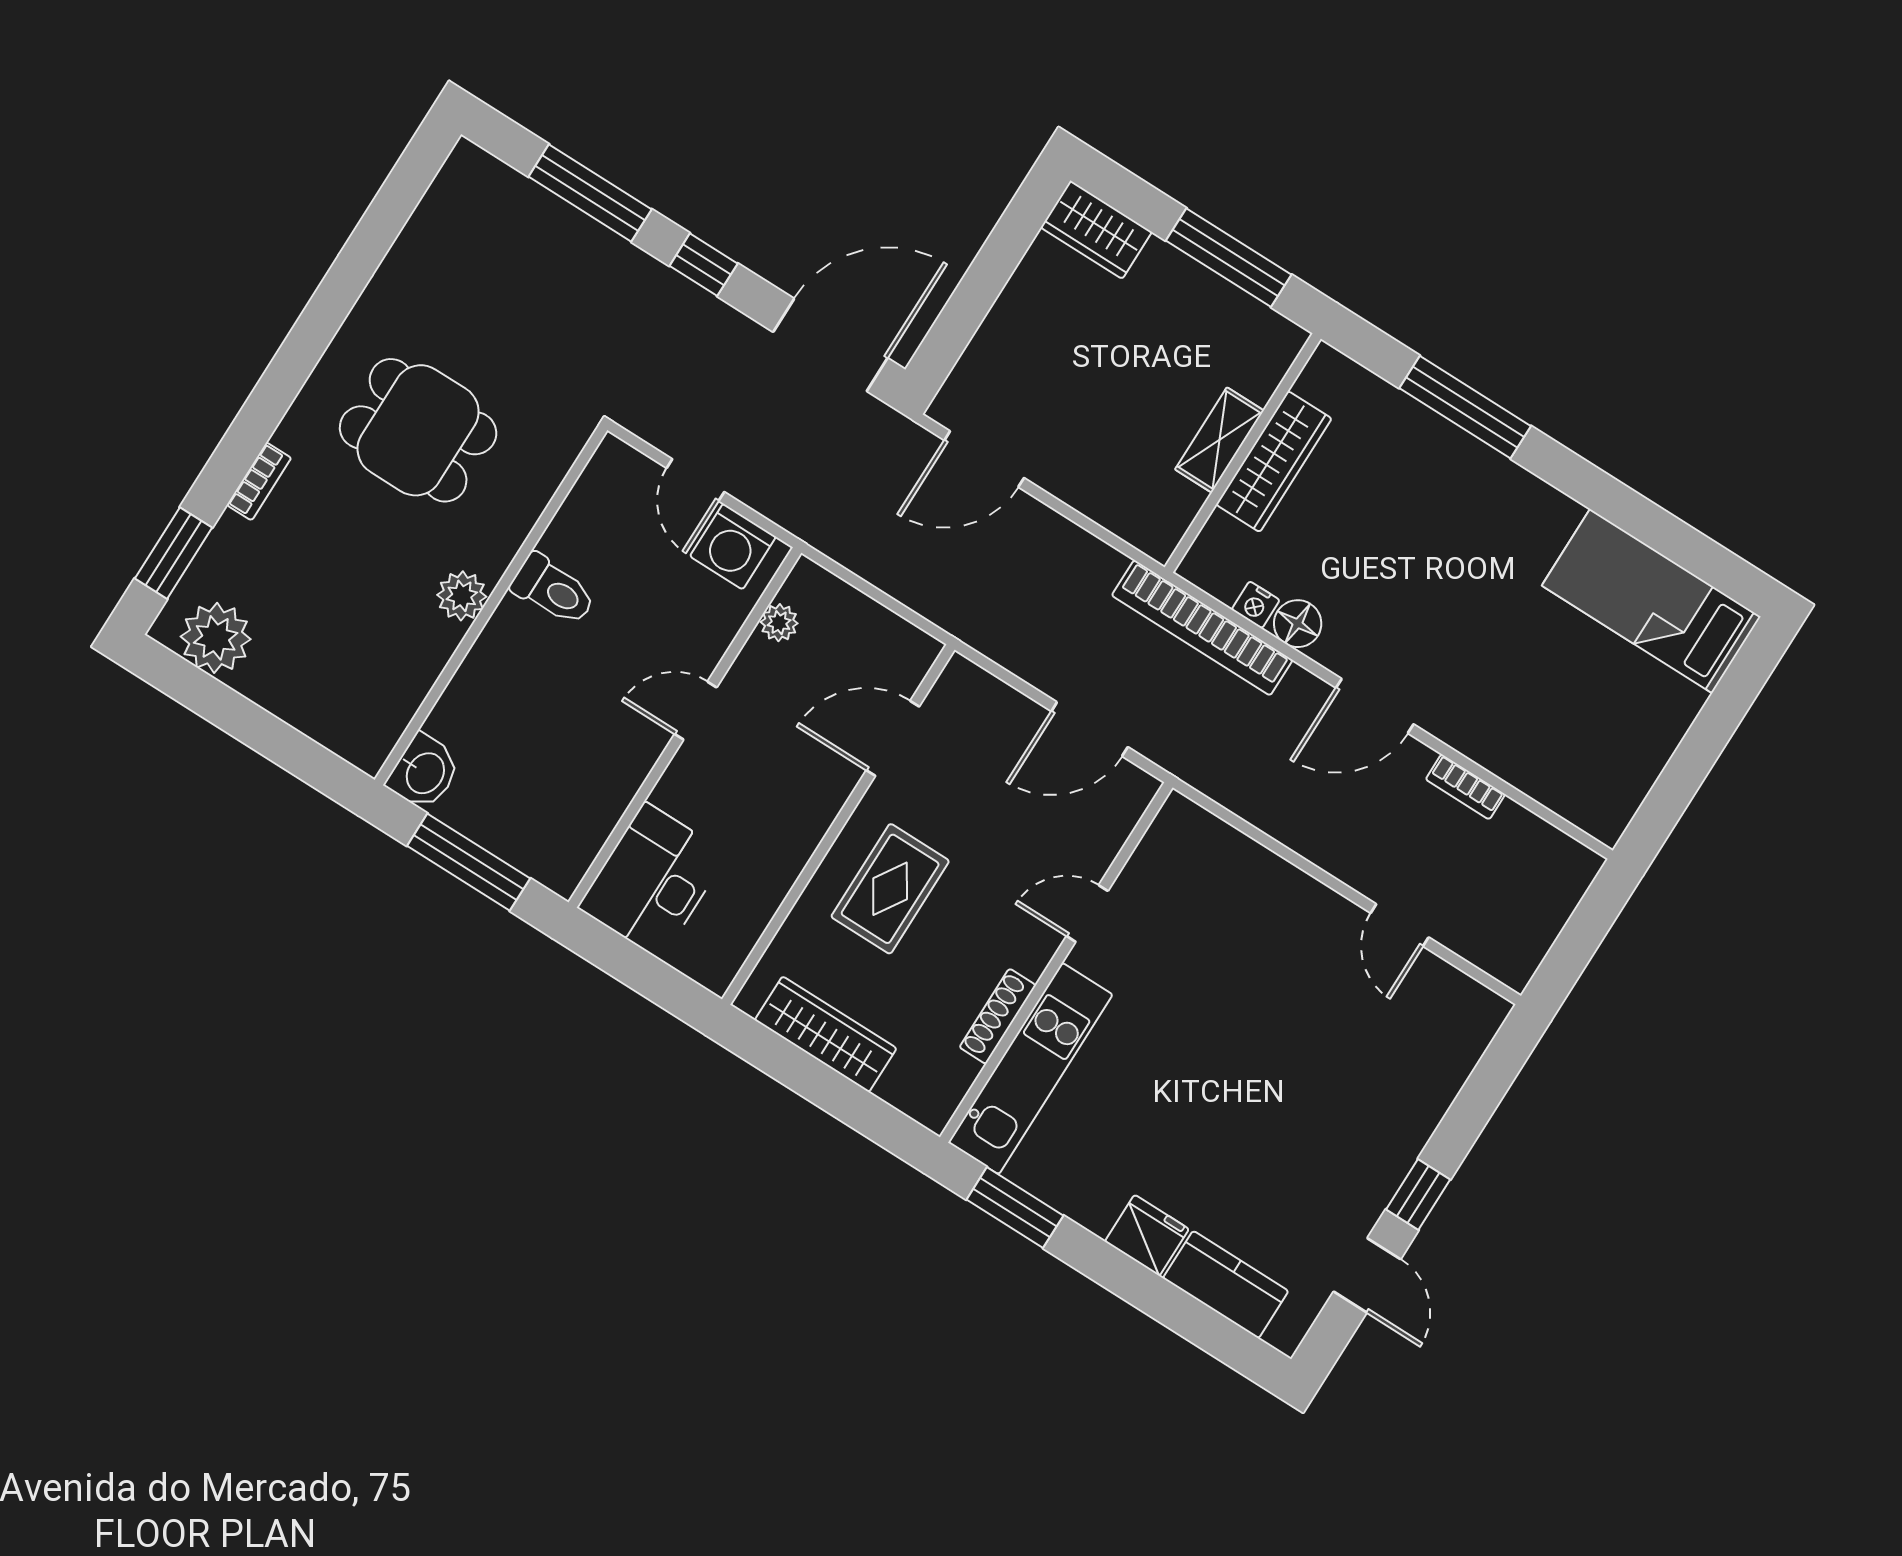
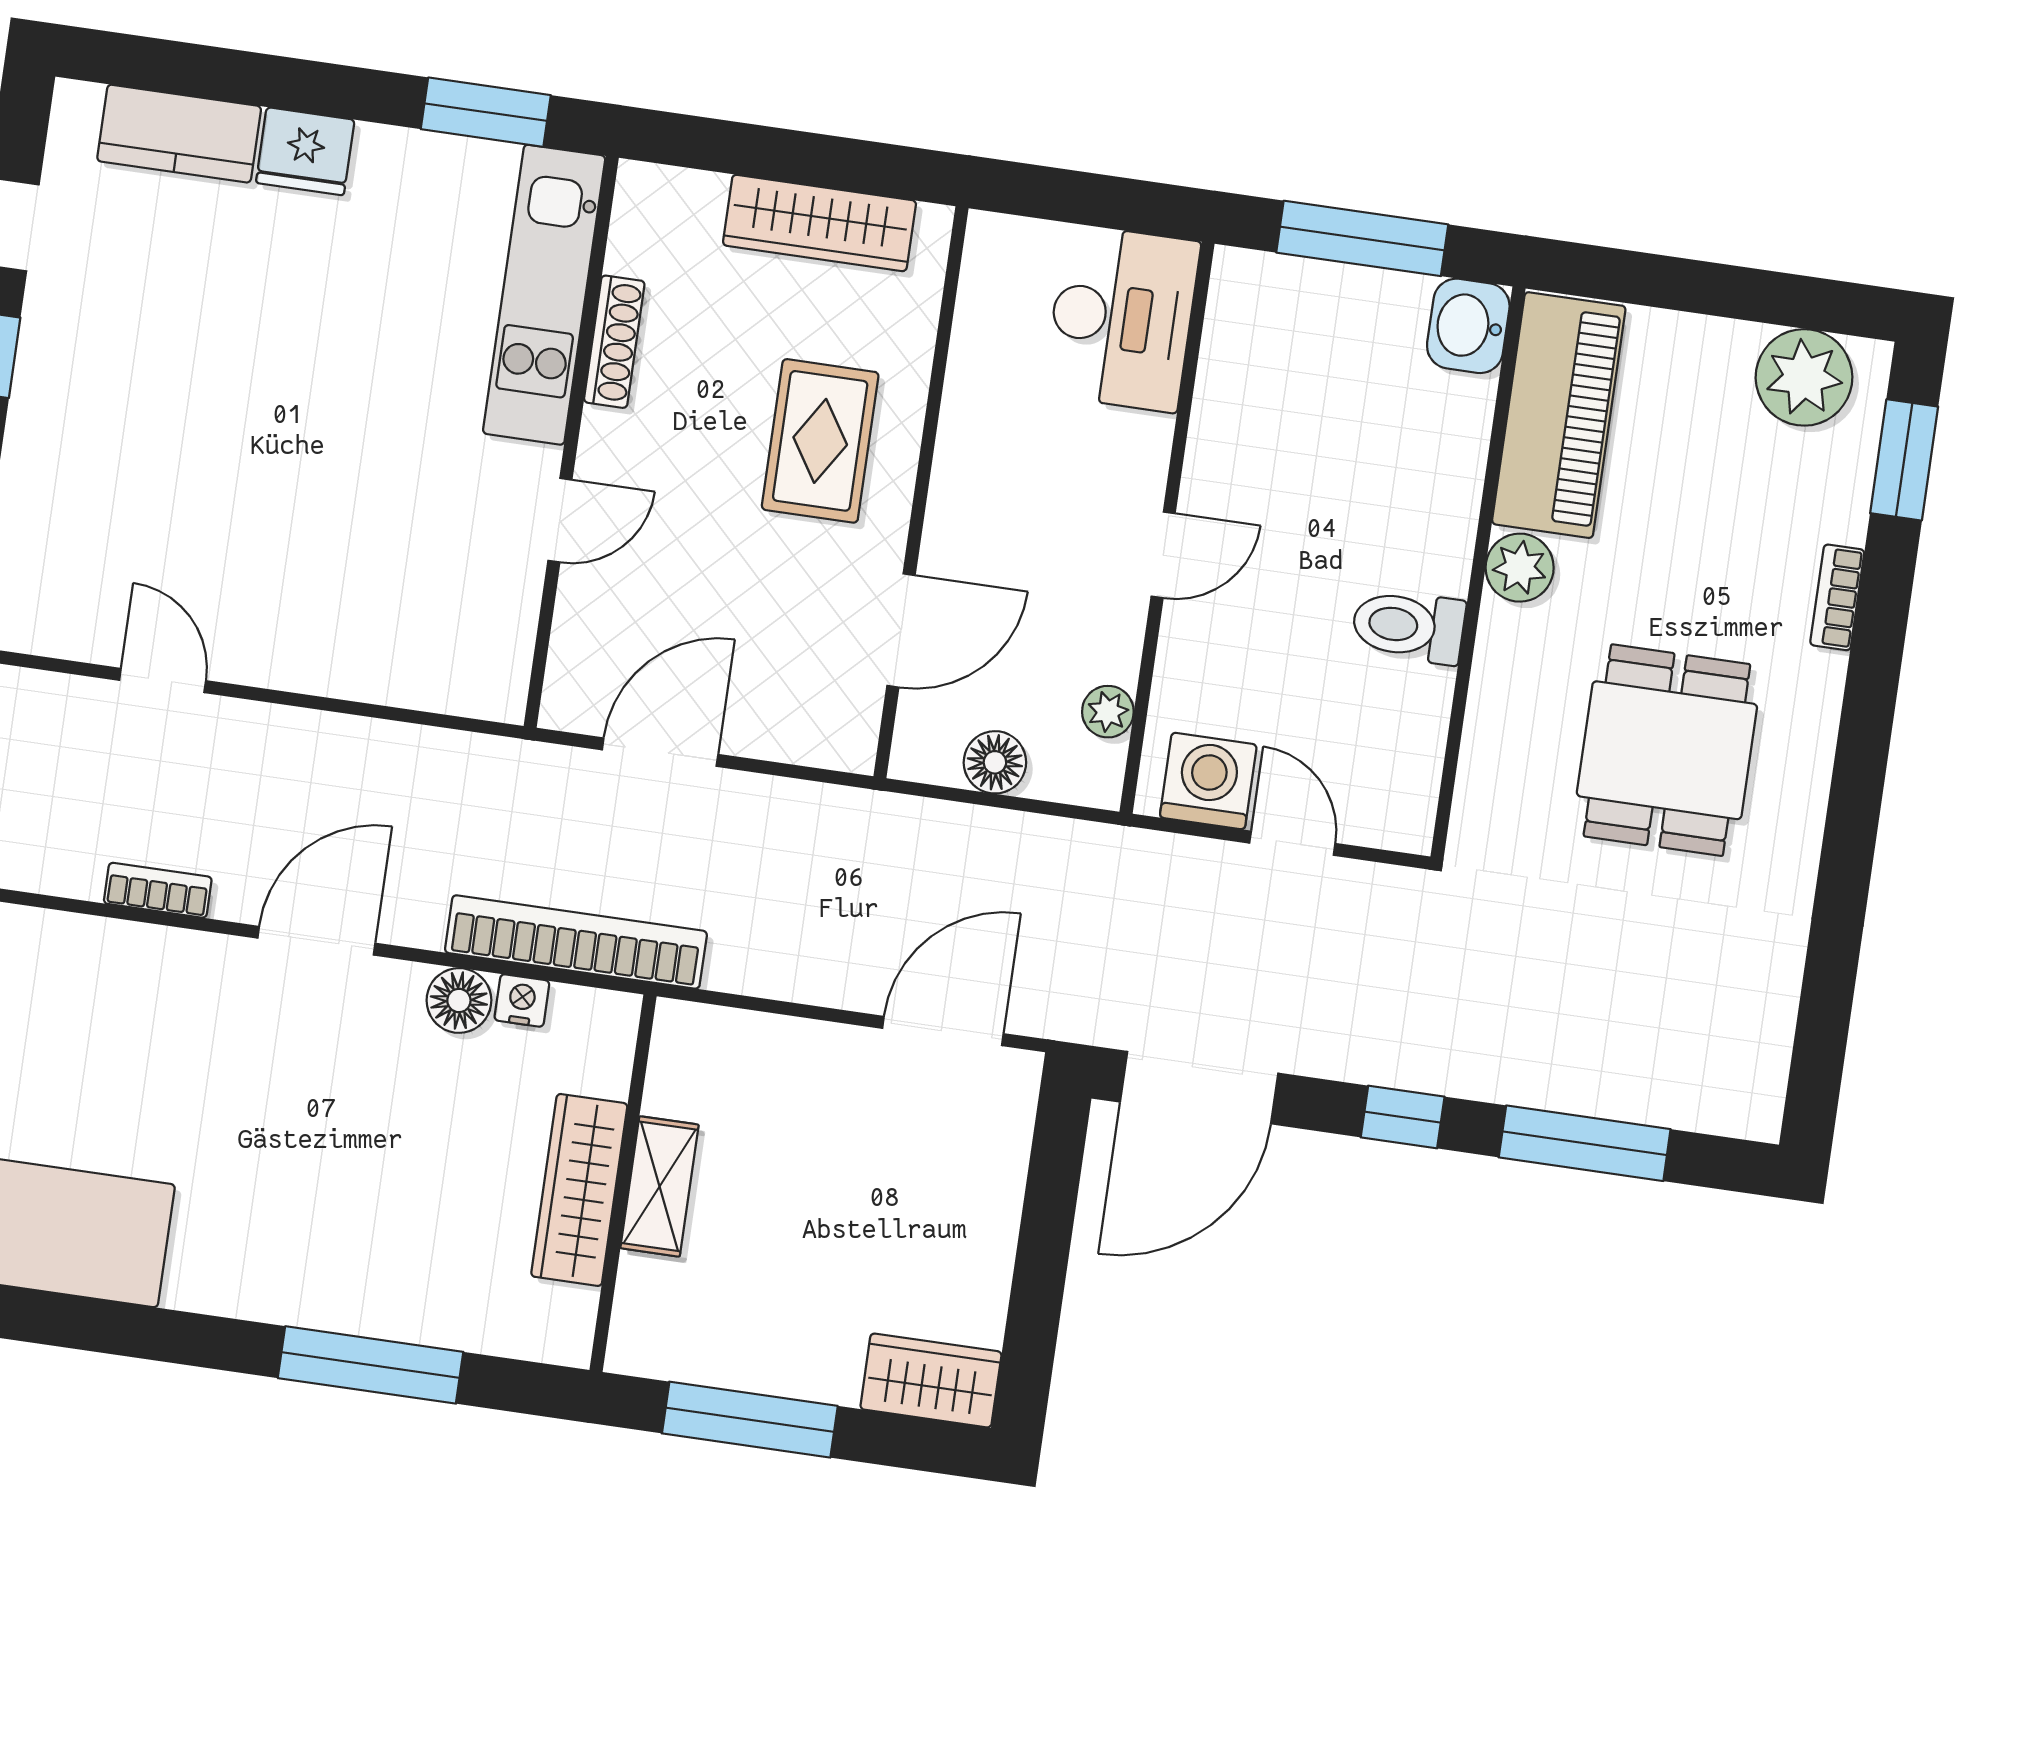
dining table: (418, 430) -> (1667, 750), turned 90
floor lamp: (869, 623) -> (995, 762), added
piano: (390, 686) -> (1559, 415), added

